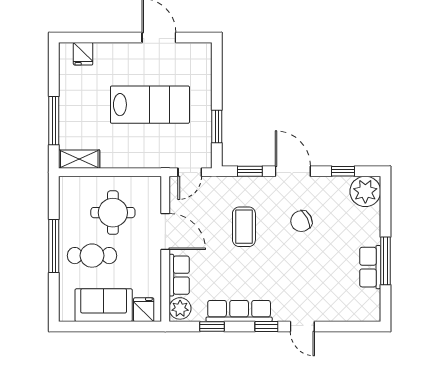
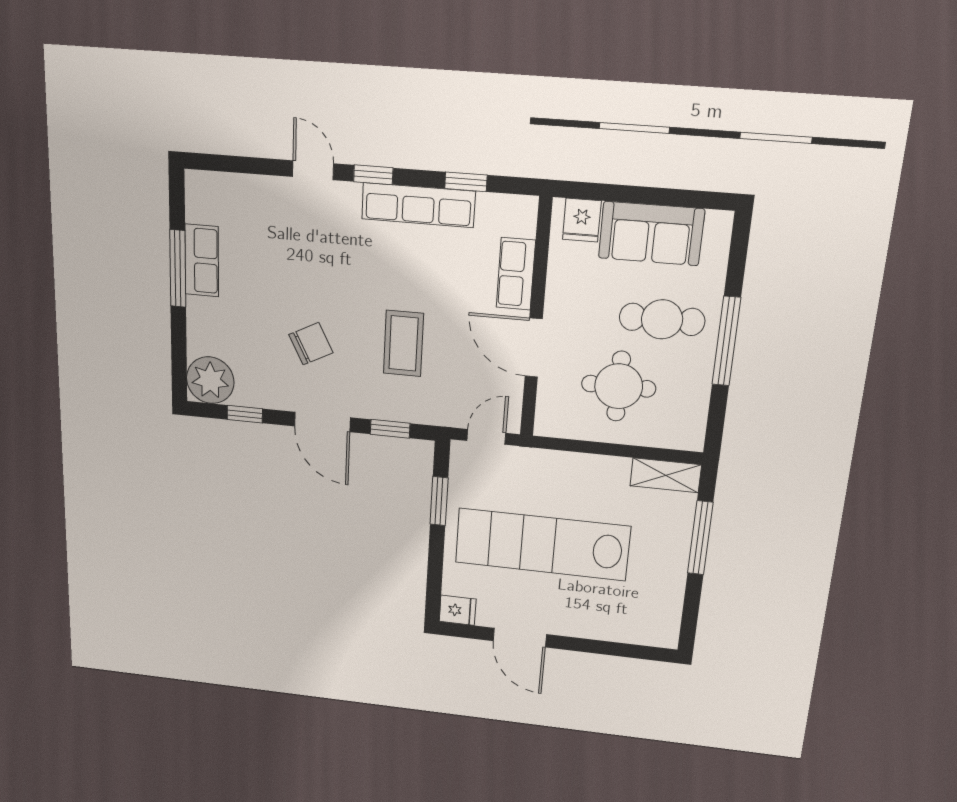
fridge: (83, 54) -> (458, 610), moved, turned 90
lab bench: (150, 105) -> (542, 544), width x1.36
plant: (180, 308) -> (519, 217), removed

